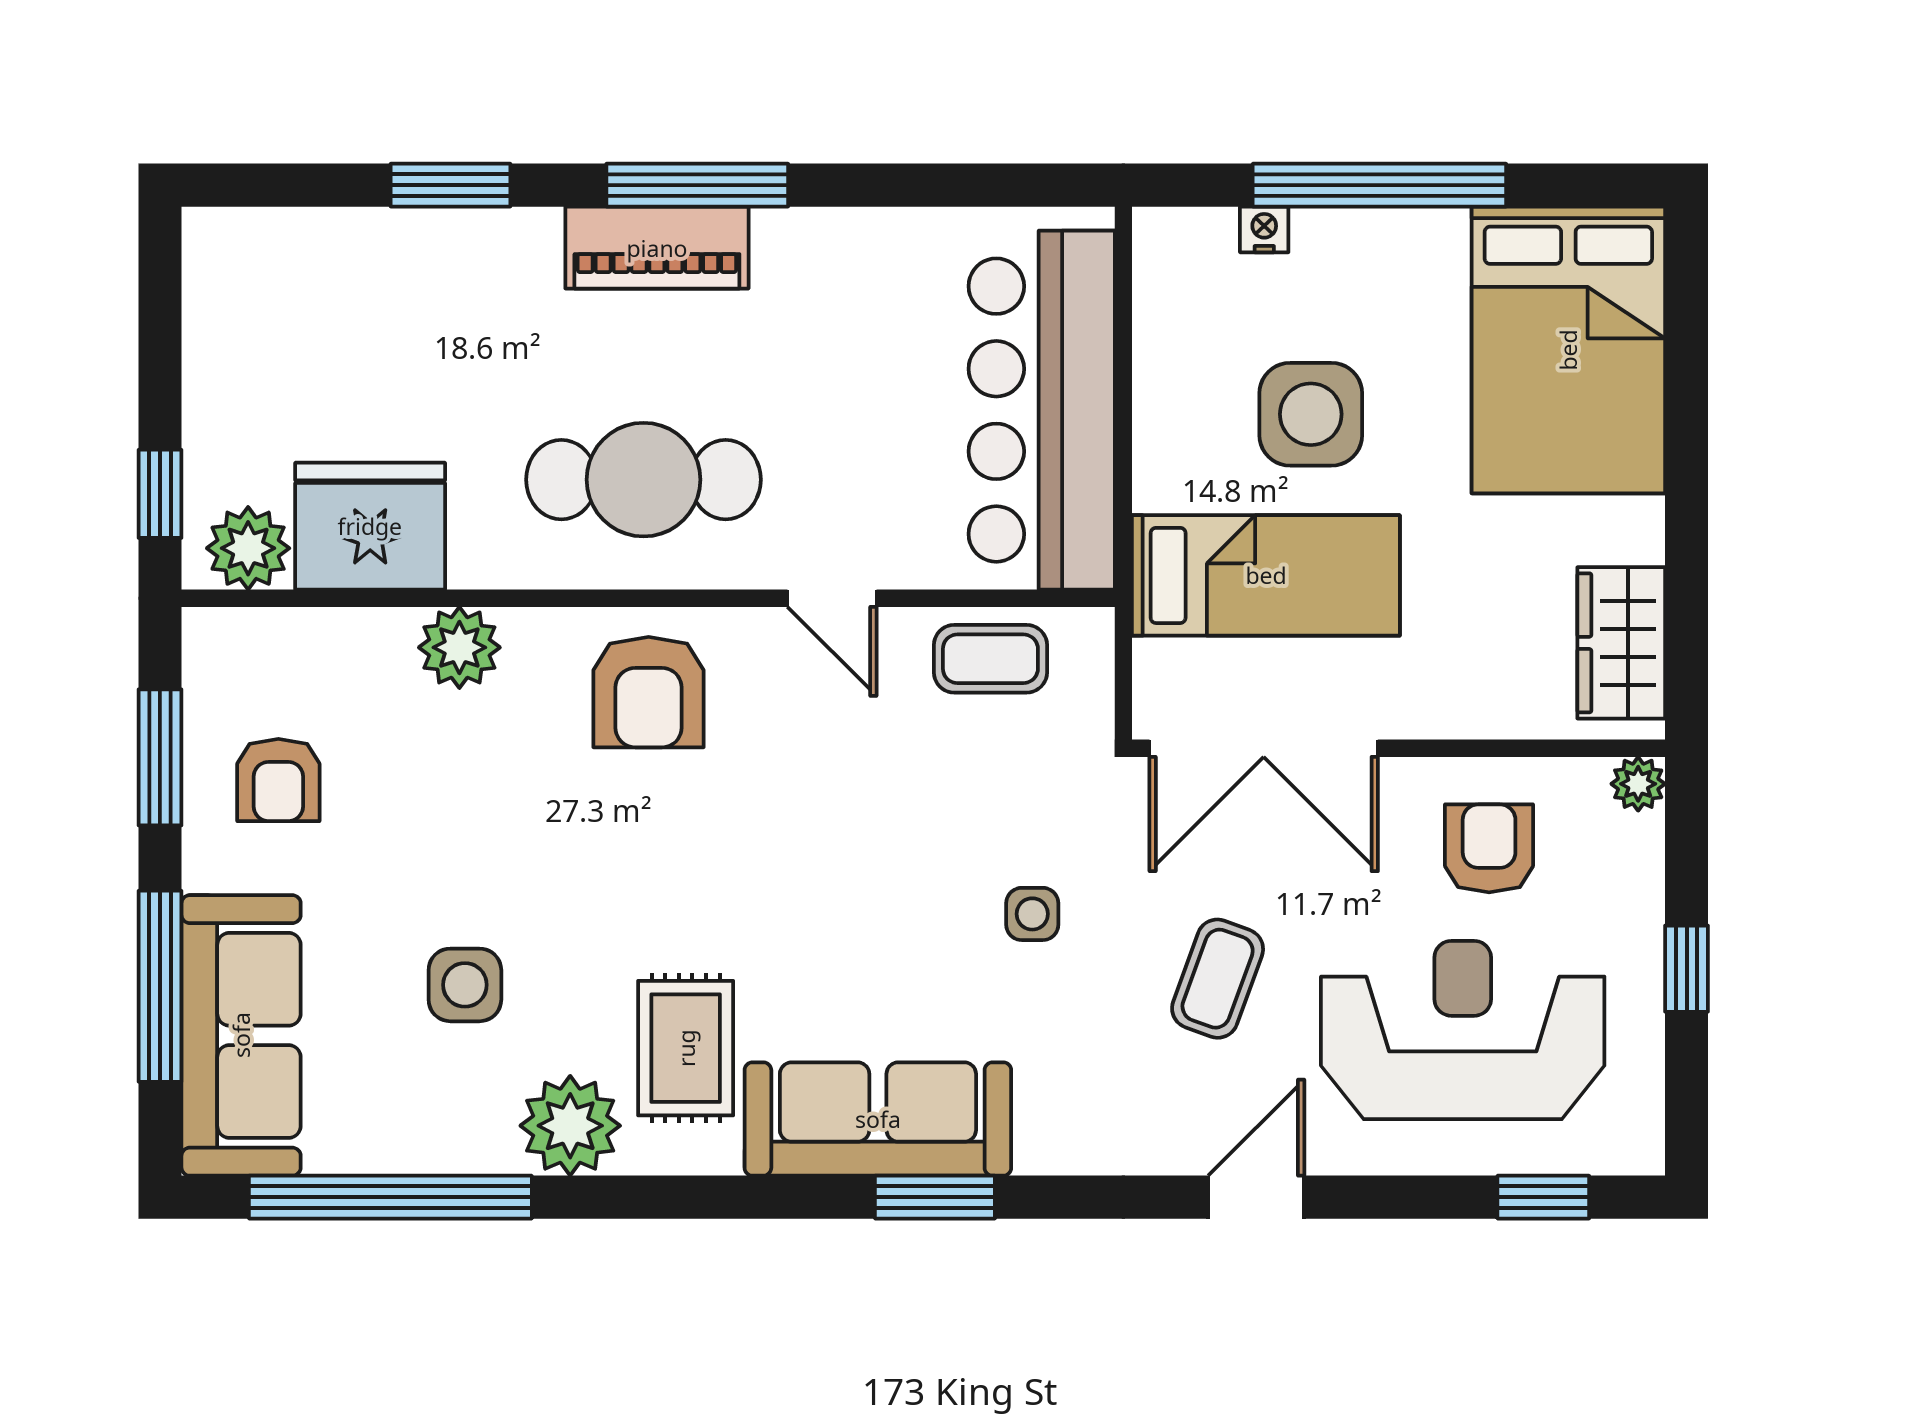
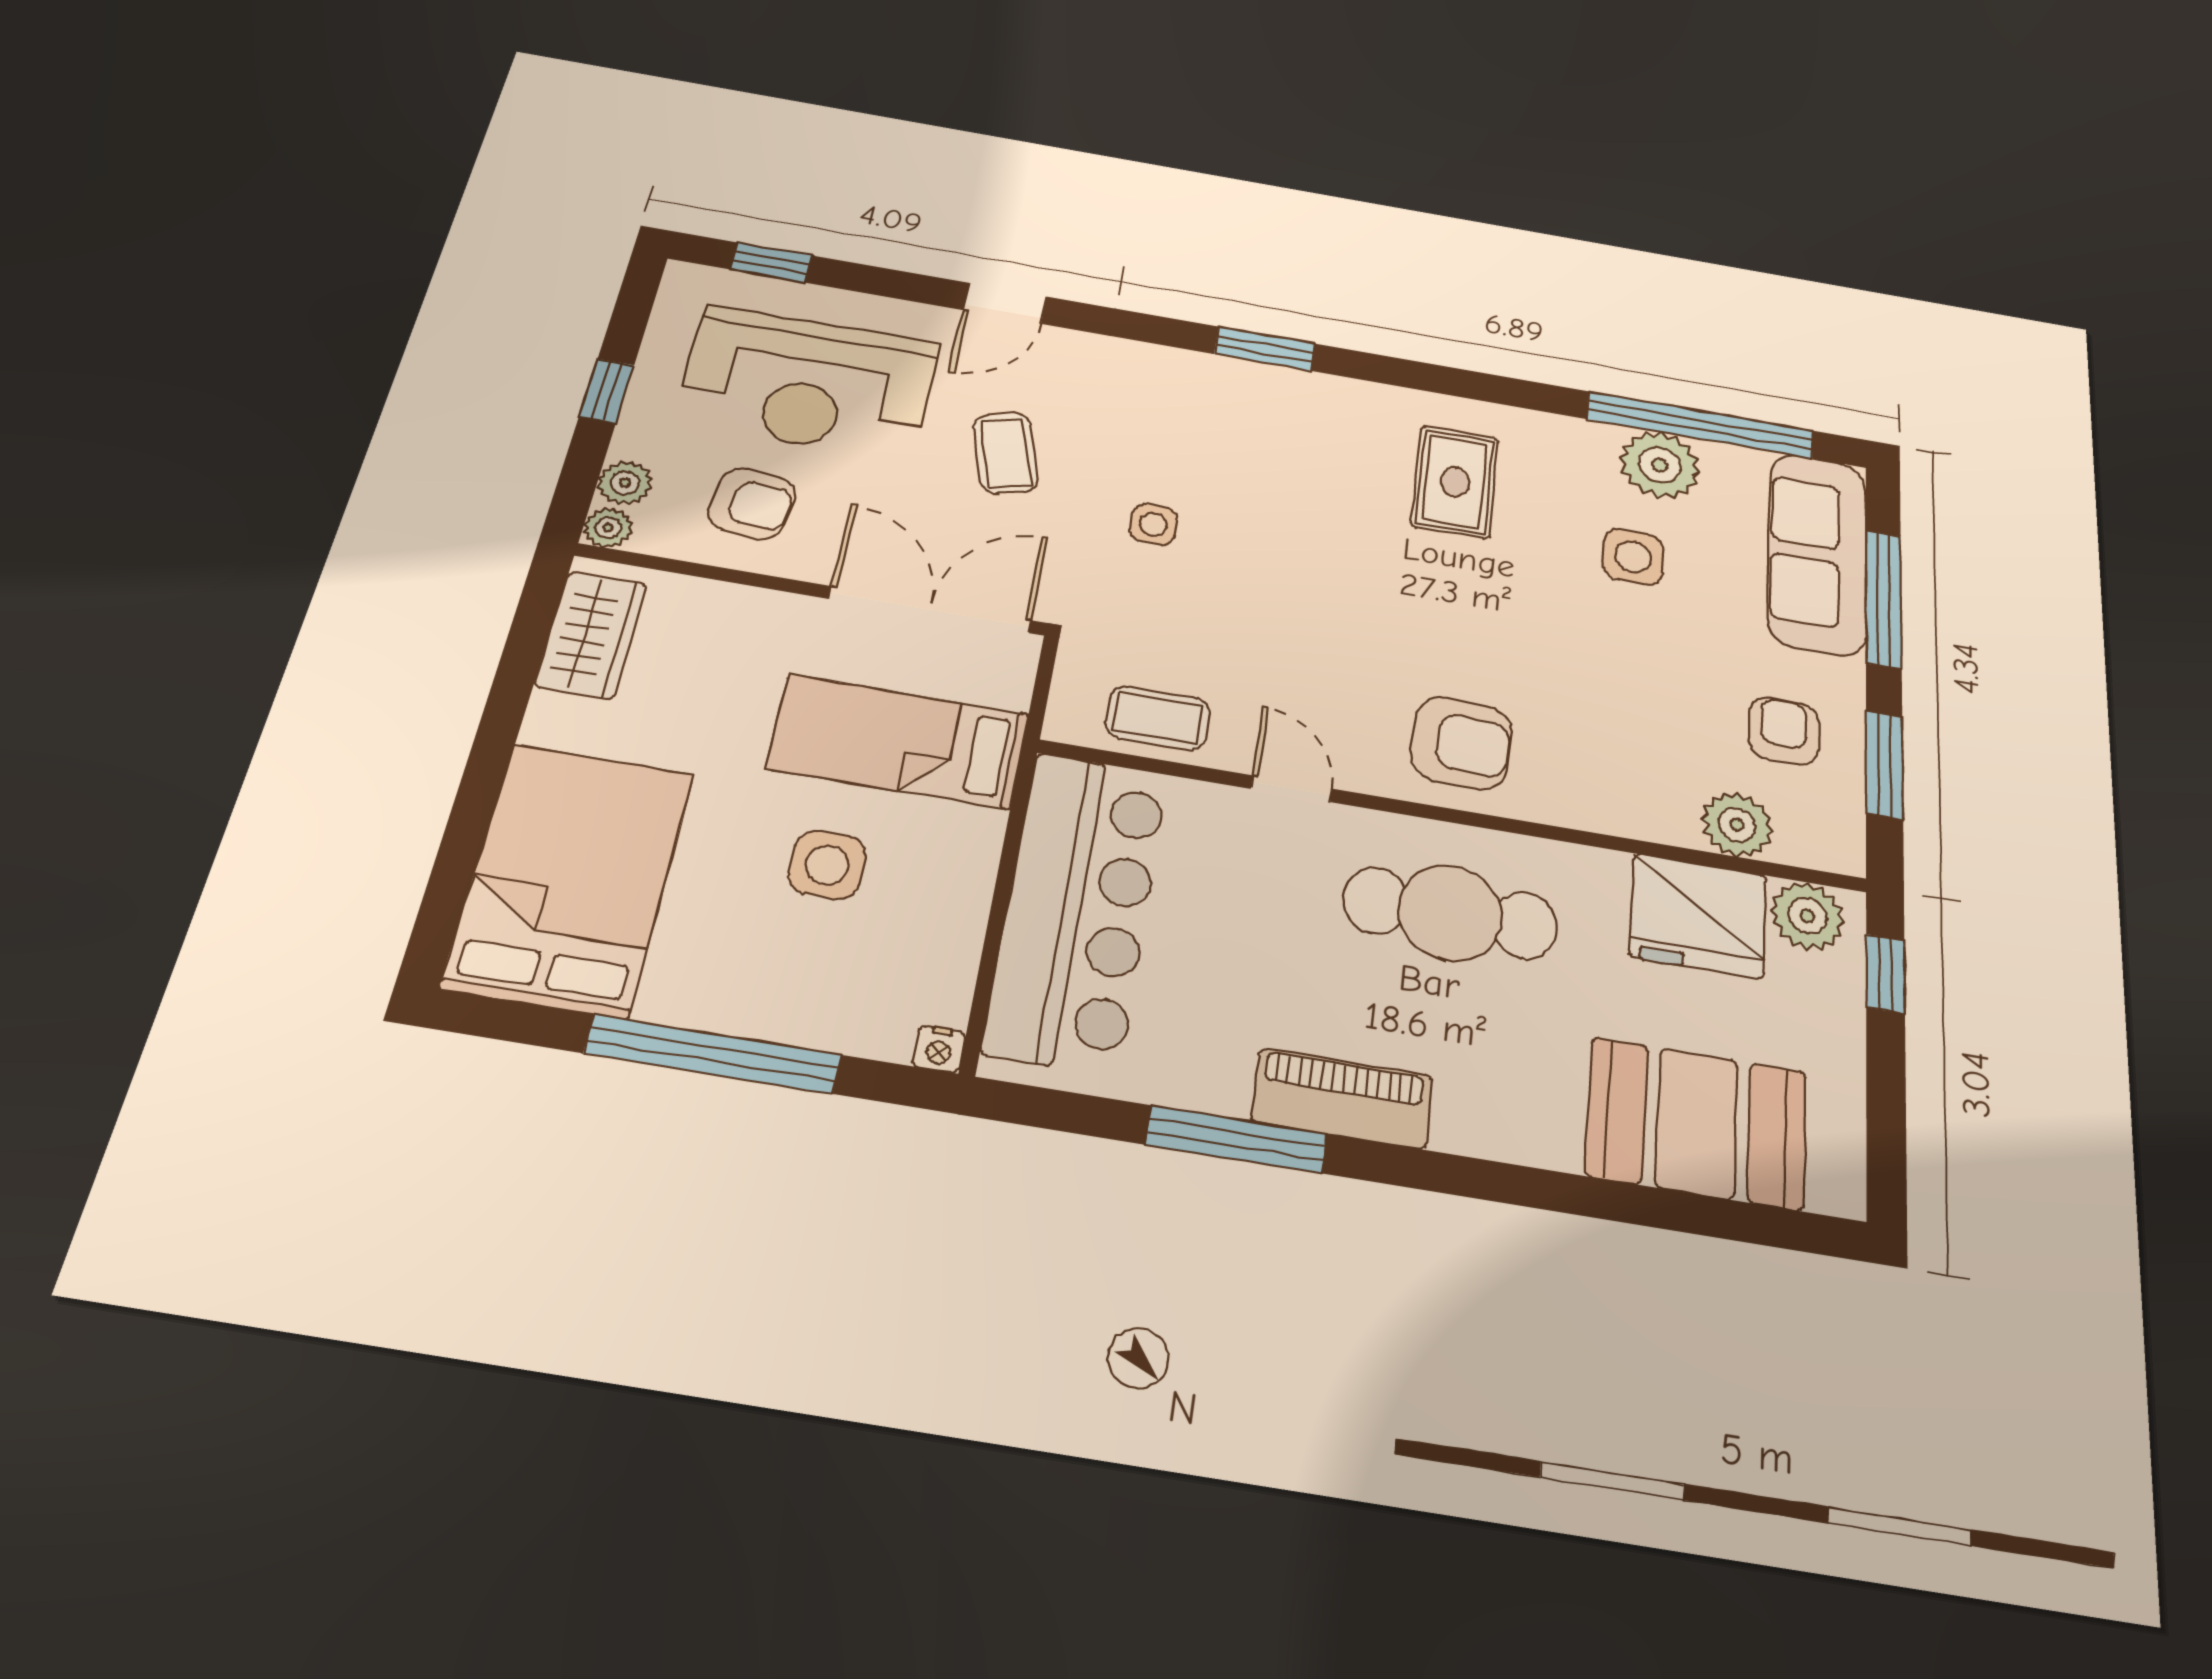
window: (451, 185) -> (1611, 1200), removed
window: (697, 185) -> (1236, 1139), moved
nightstand: (1264, 229) -> (939, 1049), moved
piano: (657, 248) -> (1342, 1099), moved
booth: (364, 284) -> (1697, 1123), added
side table: (1311, 414) -> (827, 865), width x0.73, depth x0.73
plant: (459, 647) -> (1737, 825), moved
armchair: (649, 692) -> (1461, 743), turned 92
plant: (1635, 847) -> (625, 483), added
armchair: (1489, 848) -> (752, 504), turned -84
coffee table: (1218, 979) -> (1006, 453), turned -36
sofa: (878, 1119) -> (1303, 407), removed
plant: (570, 1126) -> (1660, 465), moved

